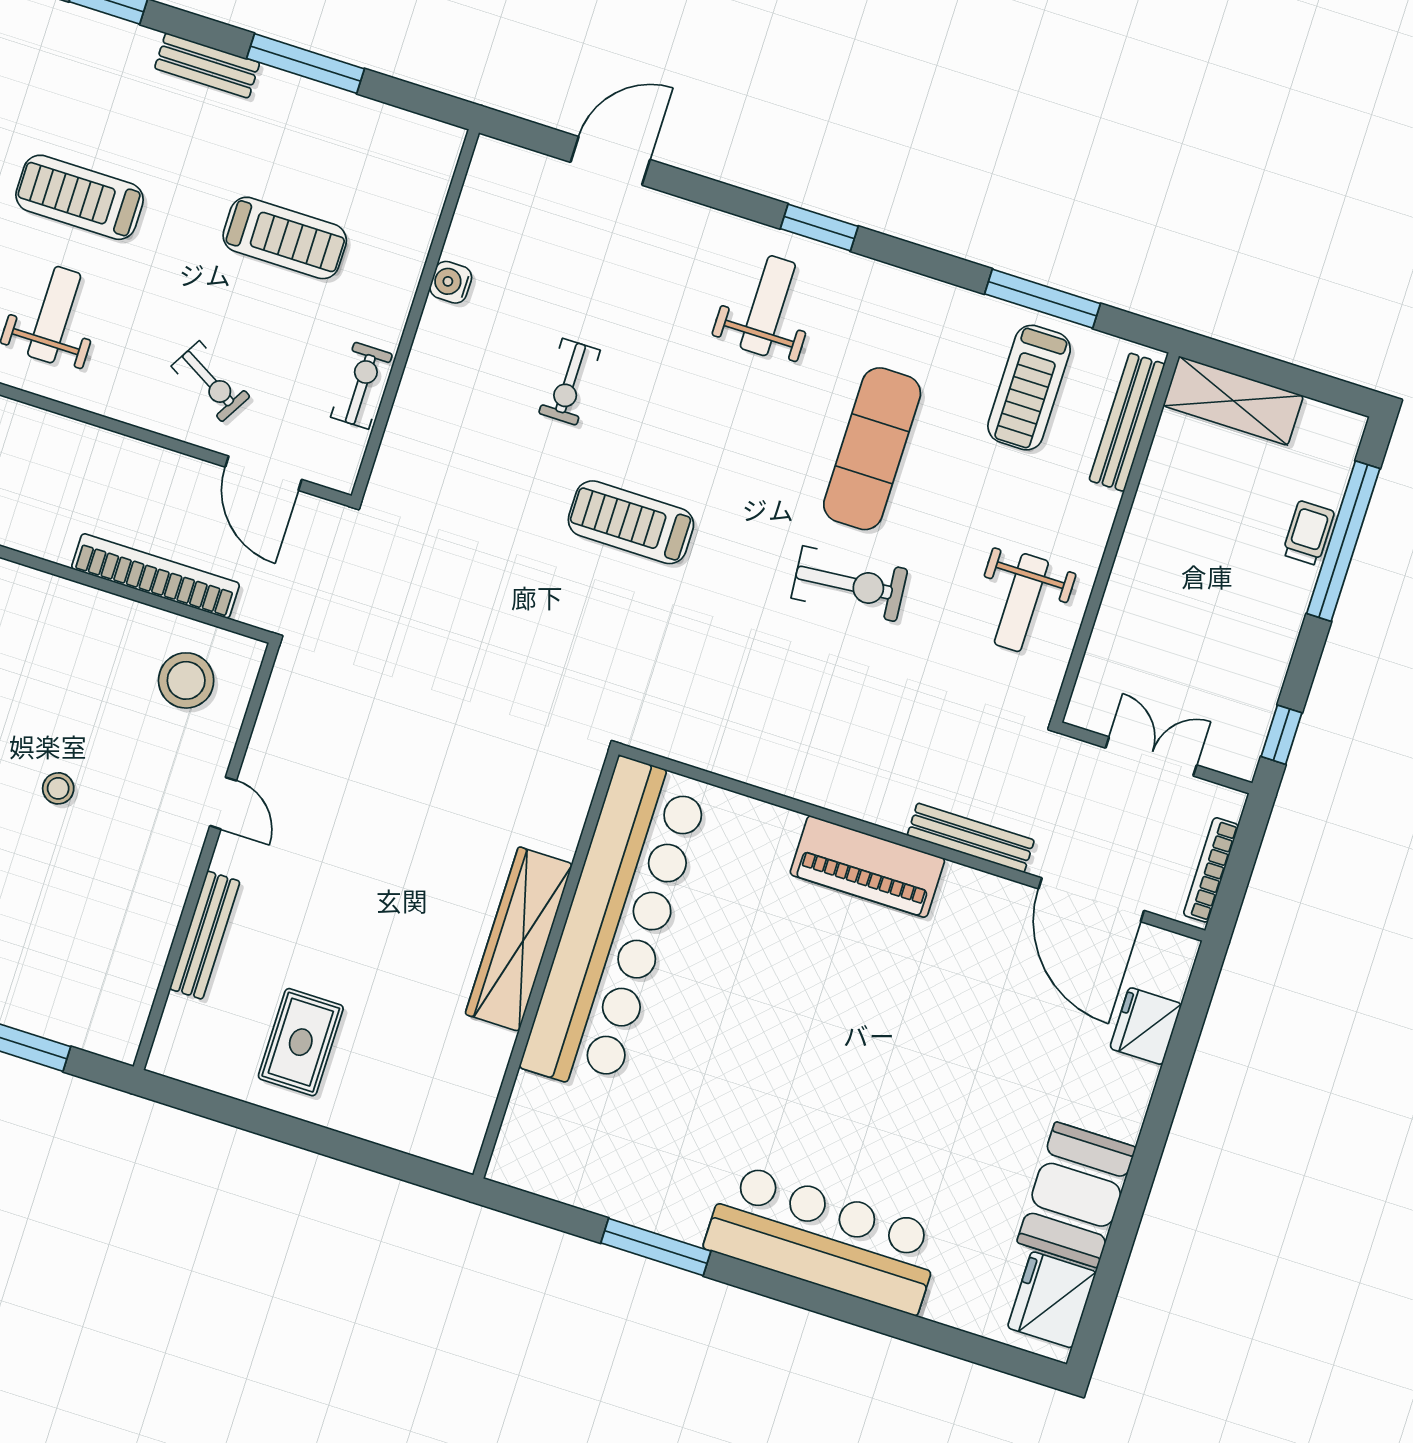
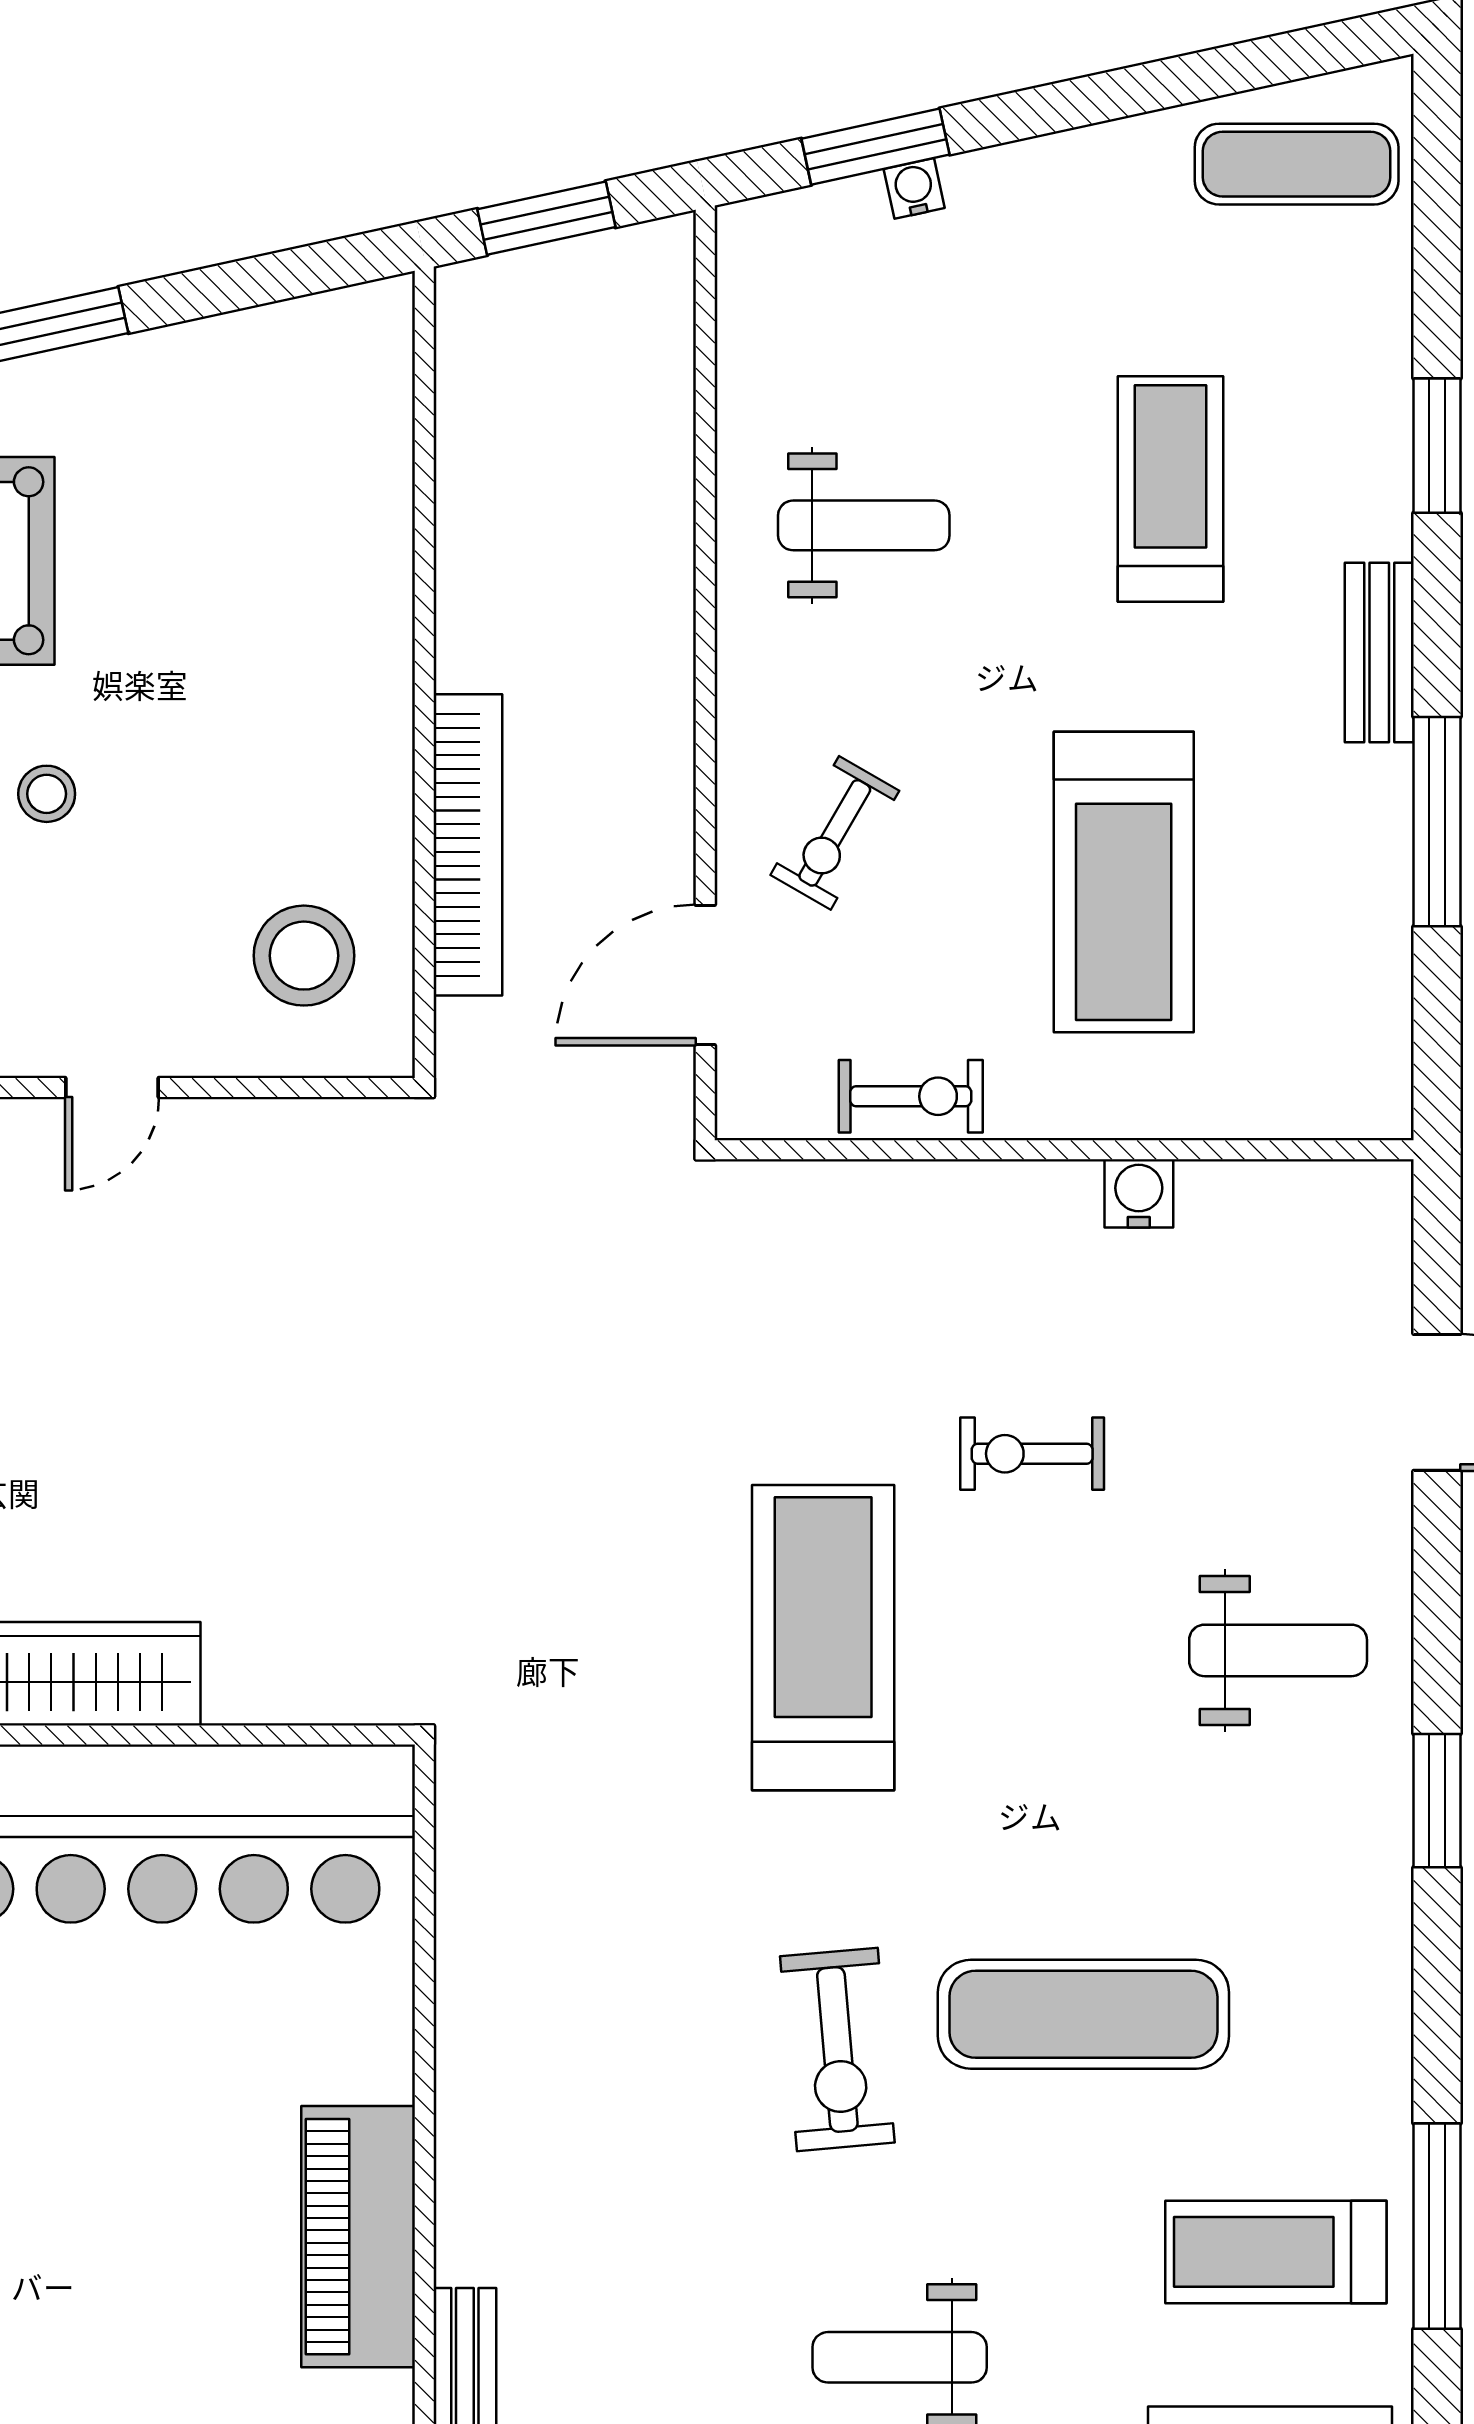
treadmill: (80, 197) -> (1170, 489), moved
treadmill: (285, 238) -> (1124, 882), width x1.37, depth x1.38
weight bench: (768, 306) -> (1278, 1650), moved
treadmill: (631, 522) -> (823, 1638), width x1.37, depth x1.38

